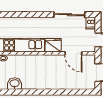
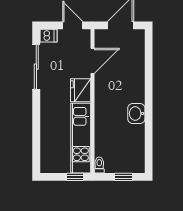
washbasin: (15, 84) -> (136, 114), moved

